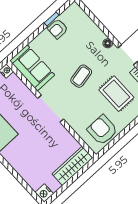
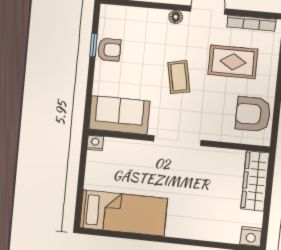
armchair: (58, 29) -> (109, 50), turned -90

